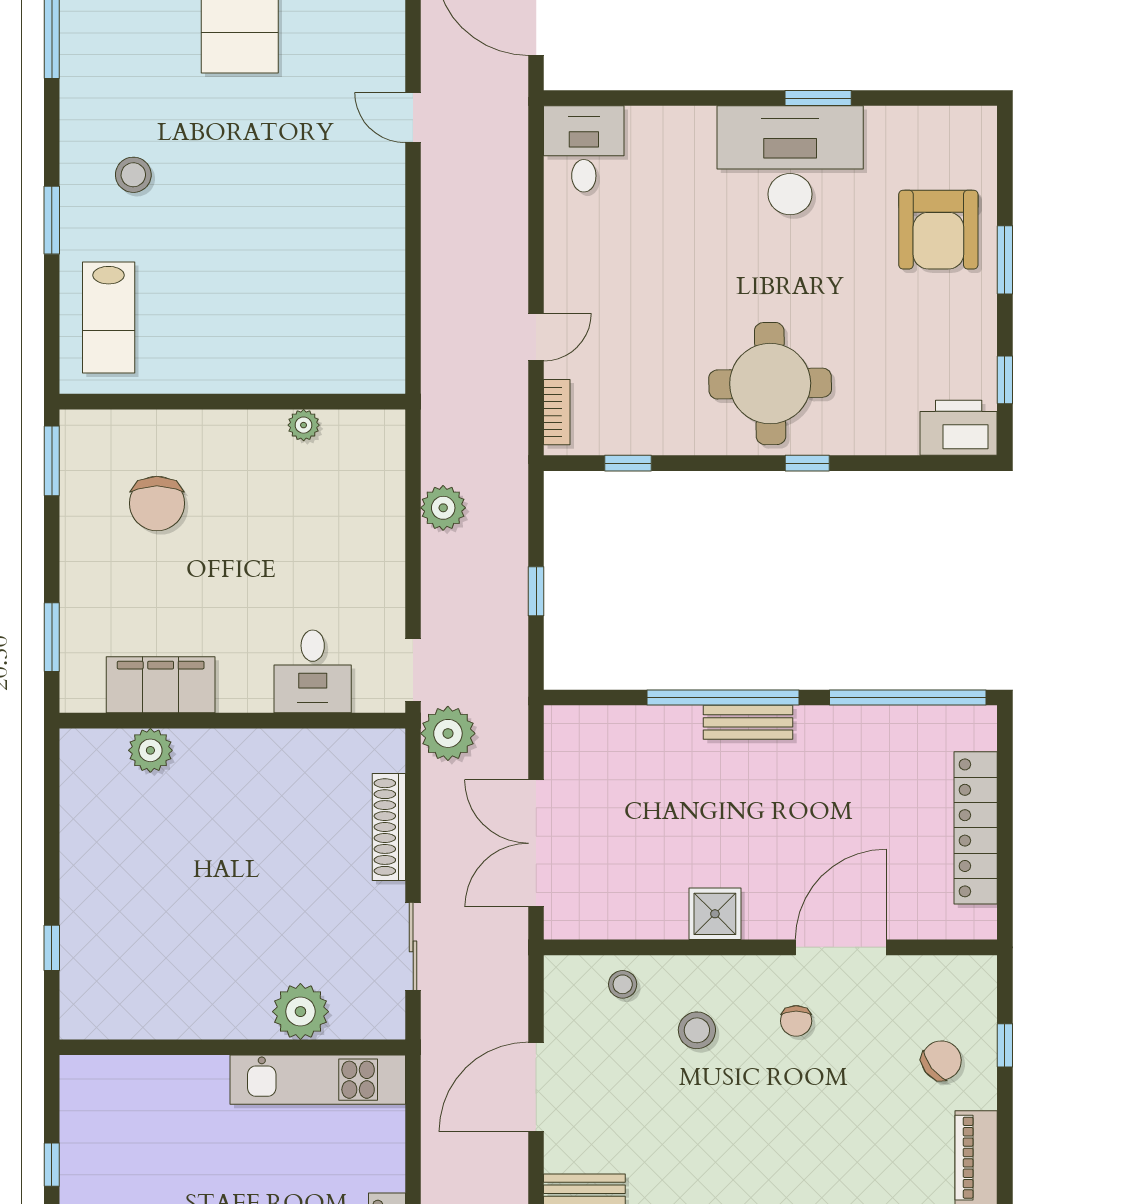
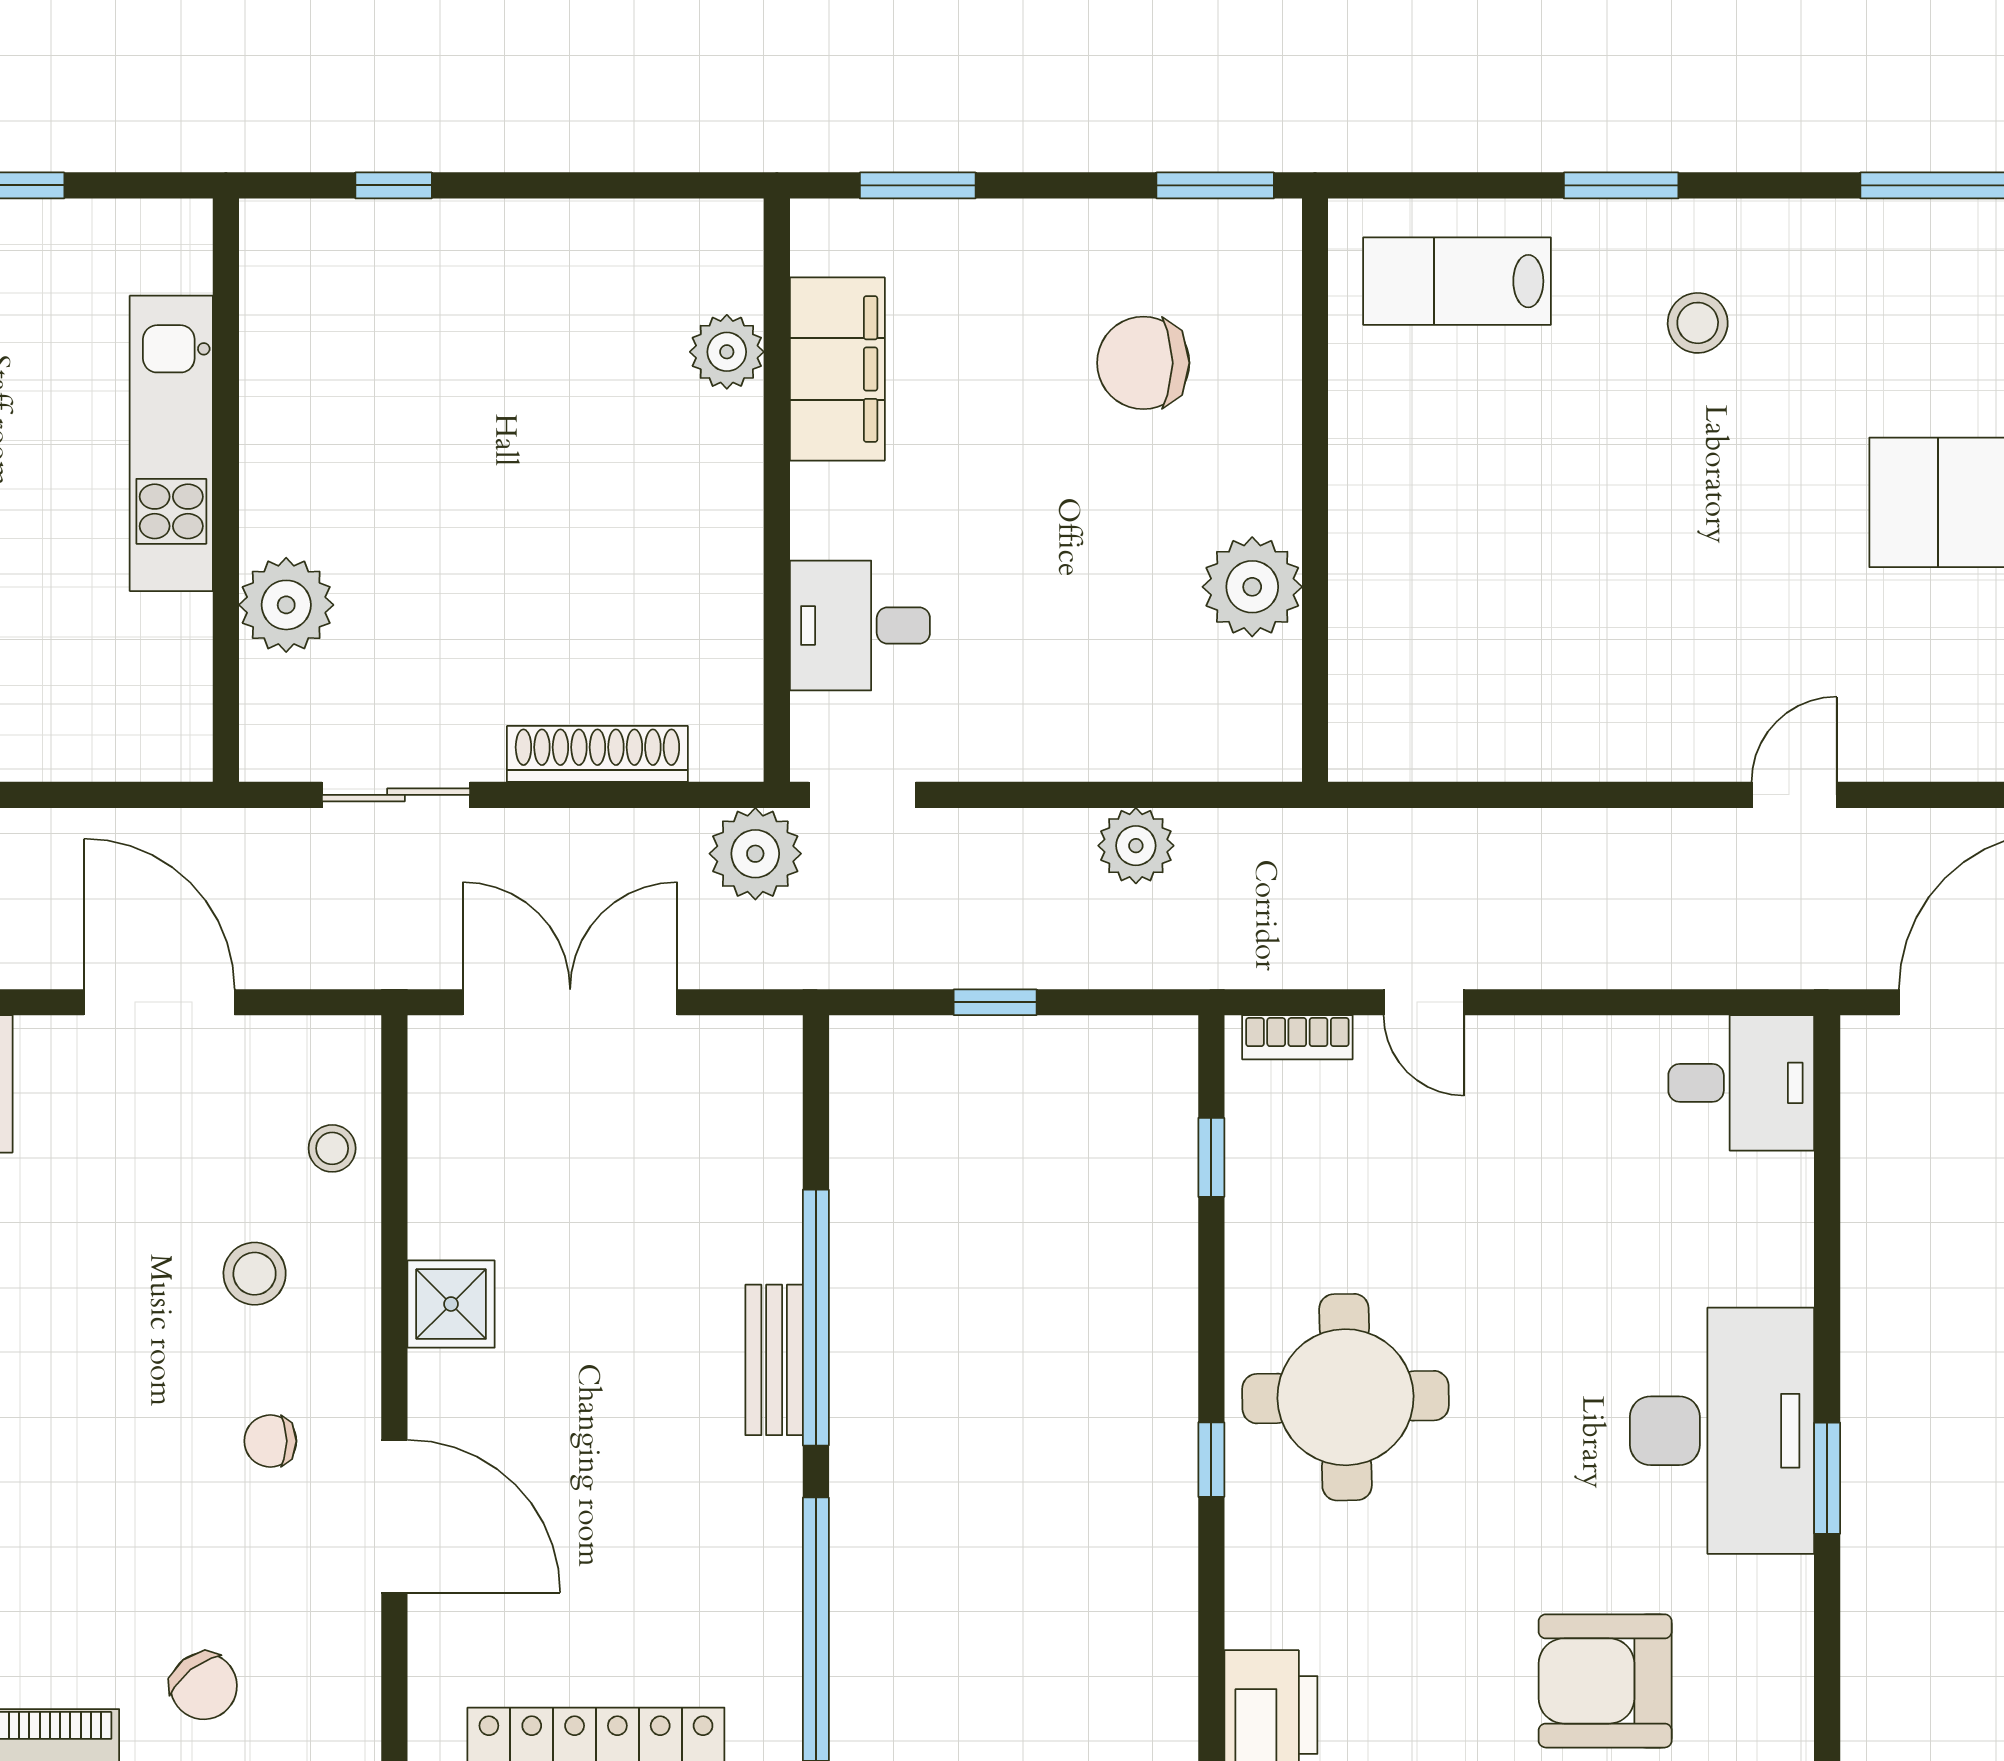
plant: (304, 425) -> (1252, 587), width x1.88, depth x1.88
kitchen unit: (318, 1080) -> (171, 443), moved

